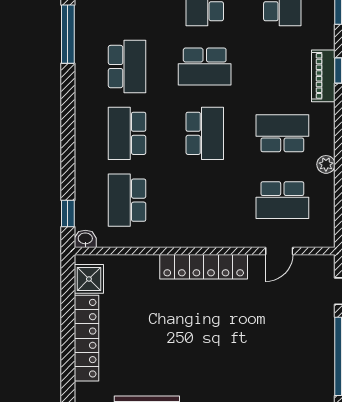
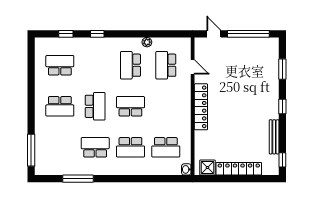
piano: (323, 76) -> (100, 44), removed
school desk: (282, 200) -> (166, 65), turned 180
window: (68, 214) -> (173, 179), removed

